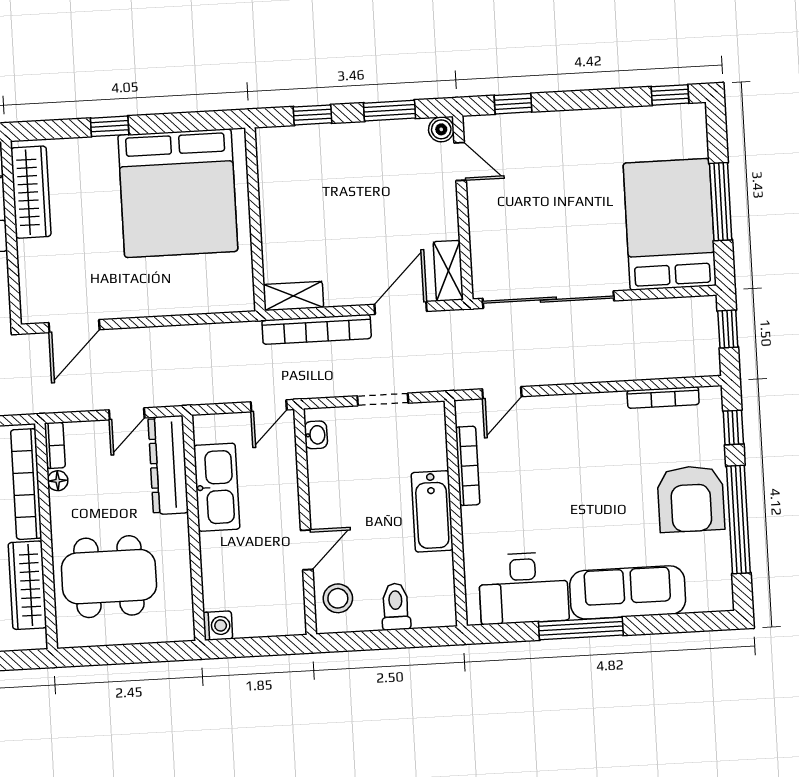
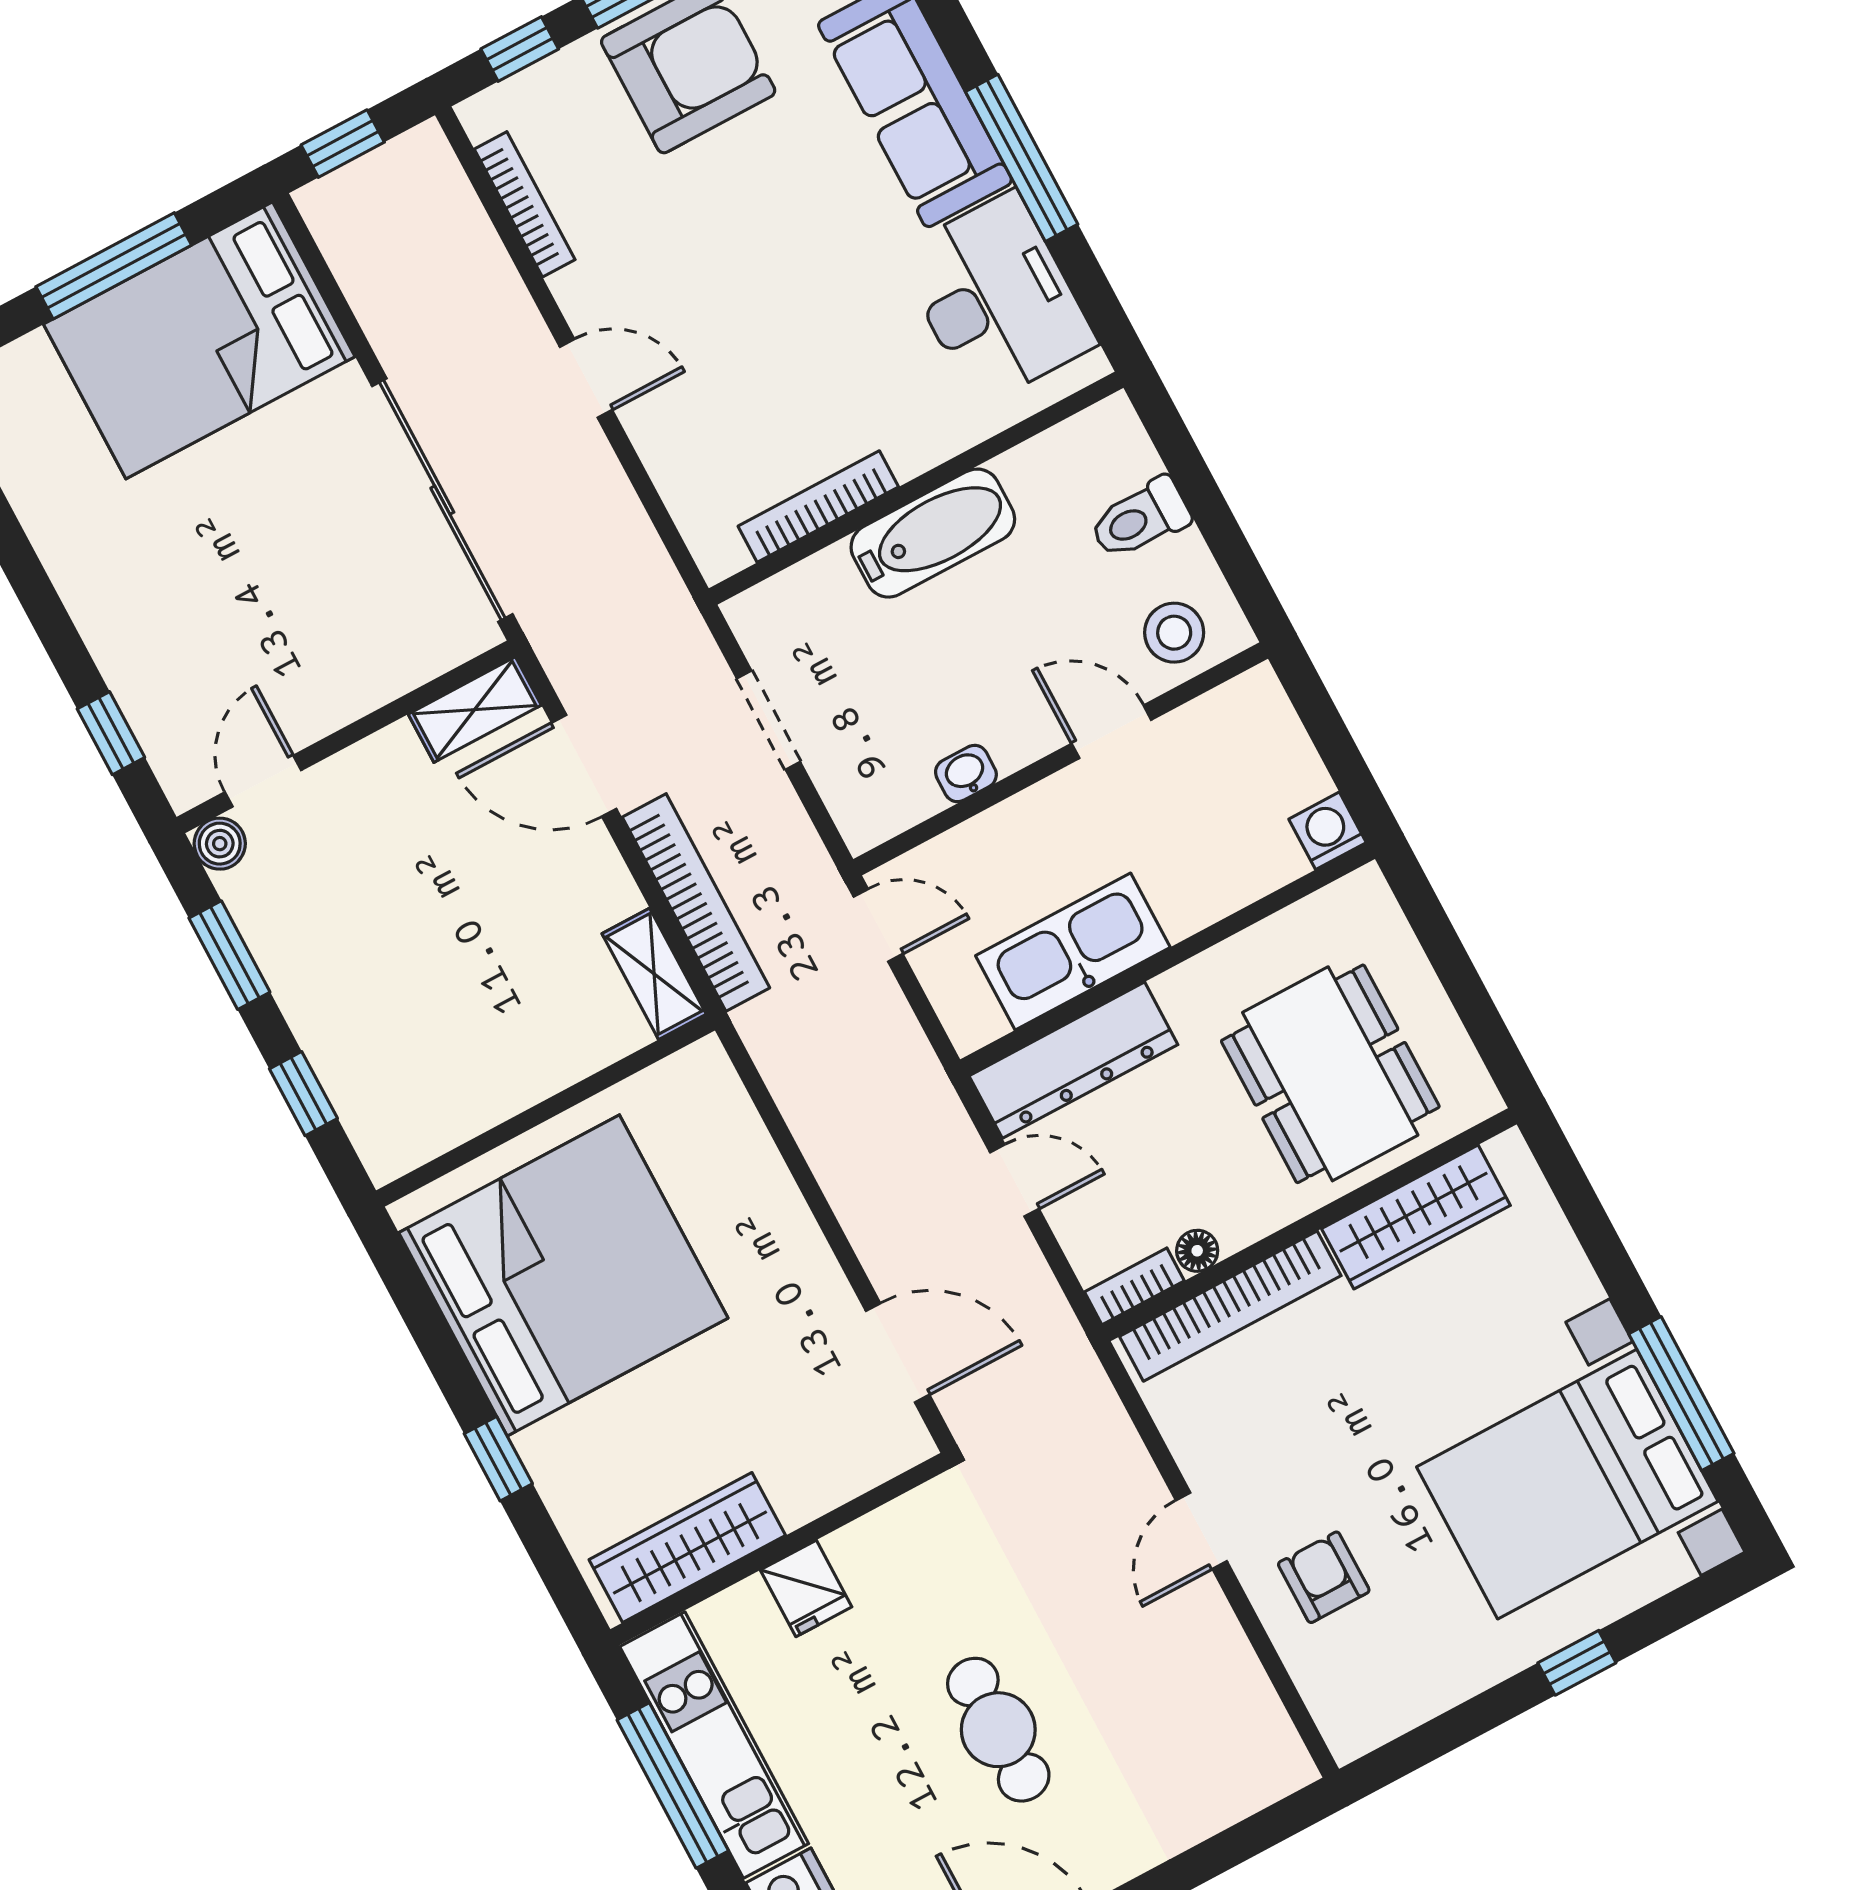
door: (502, 393) -> (586, 378), moved
washbasin: (316, 435) -> (966, 773), moved

